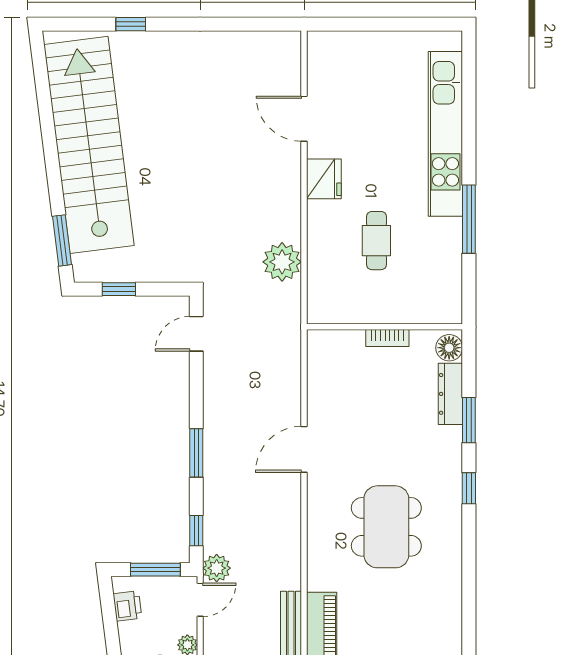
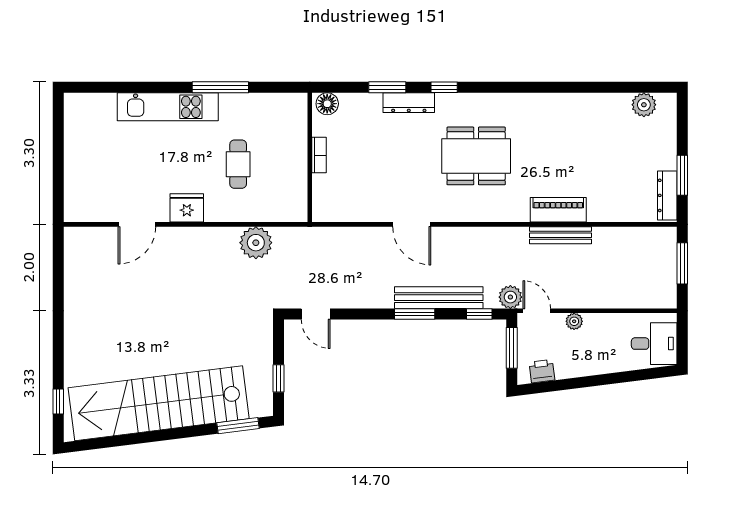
window: (131, 24) -> (58, 401), moved
kitchen unit: (445, 134) -> (168, 107), width x0.73
cafe table: (376, 241) -> (238, 164), turned 90
dresser: (450, 394) -> (409, 103), moved
bench: (216, 482) -> (439, 298), added

